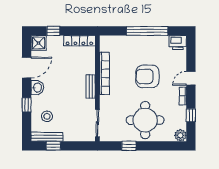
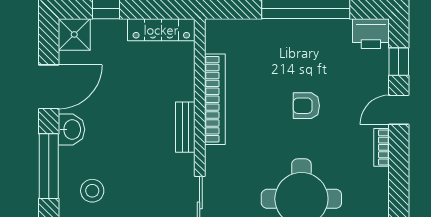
armchair: (147, 76) -> (306, 106), width x0.53, depth x0.53
window: (27, 105) -> (49, 166), width x2.17
window: (191, 115) -> (399, 62), moved

